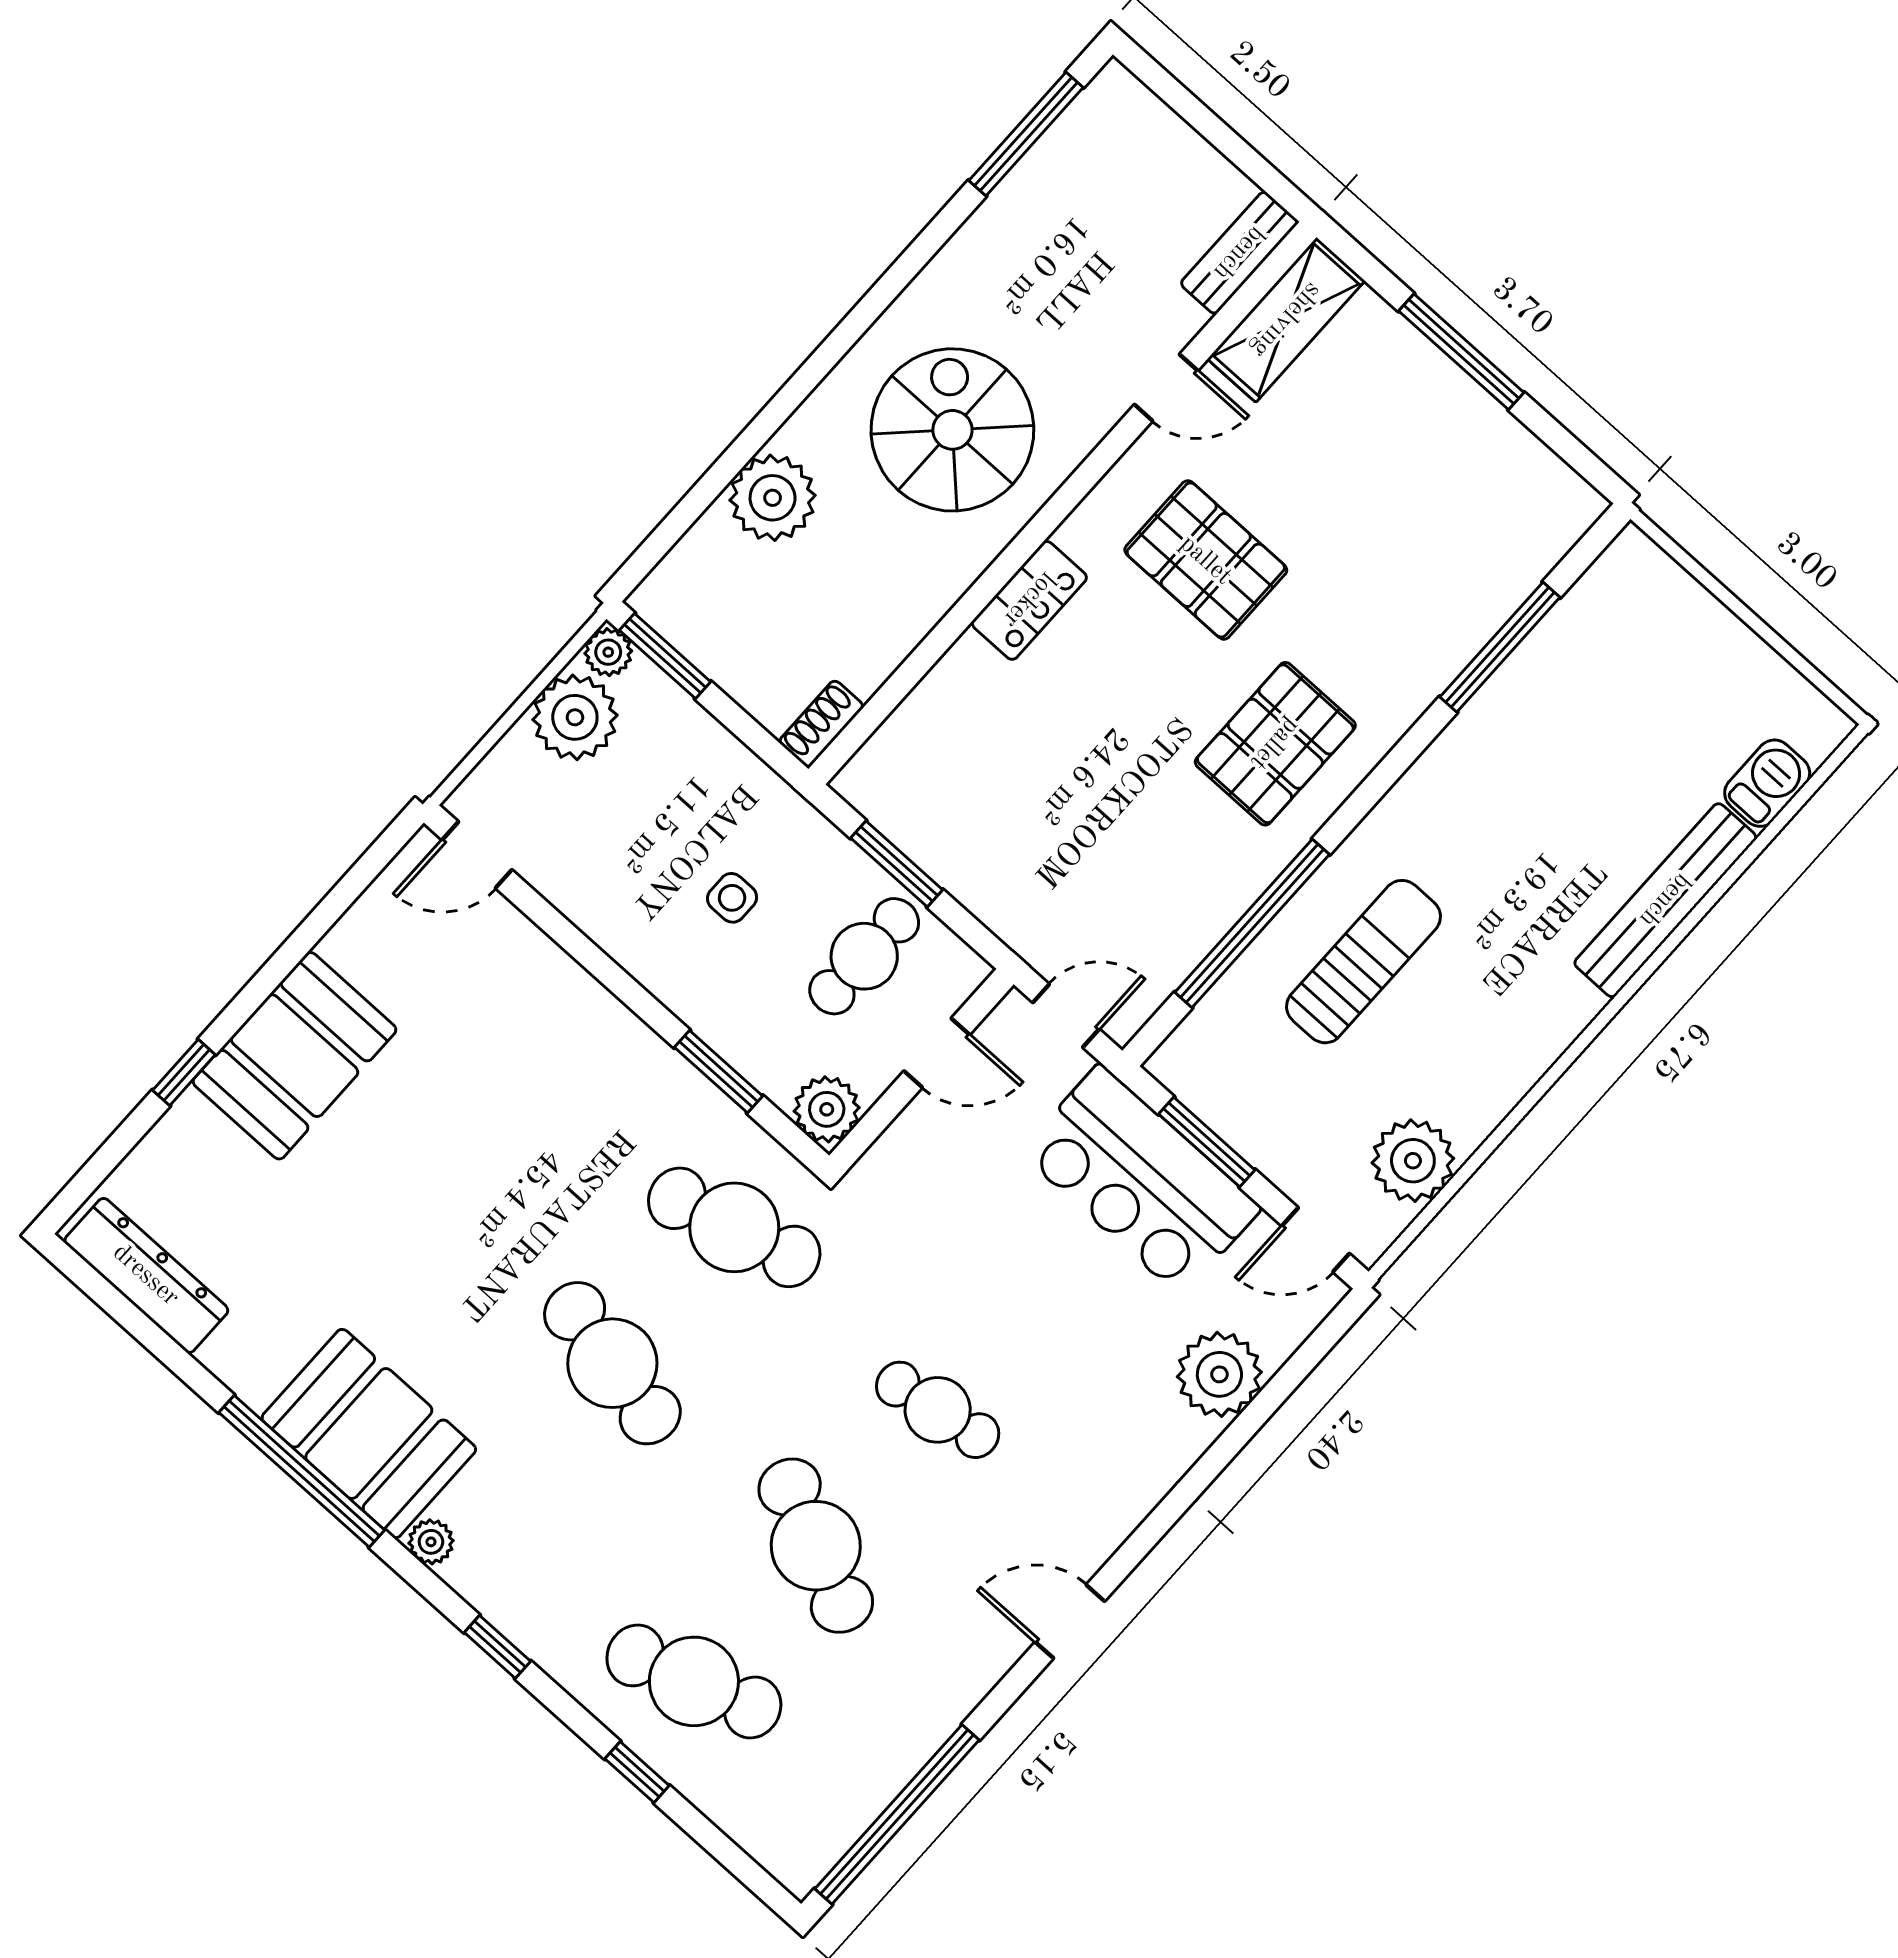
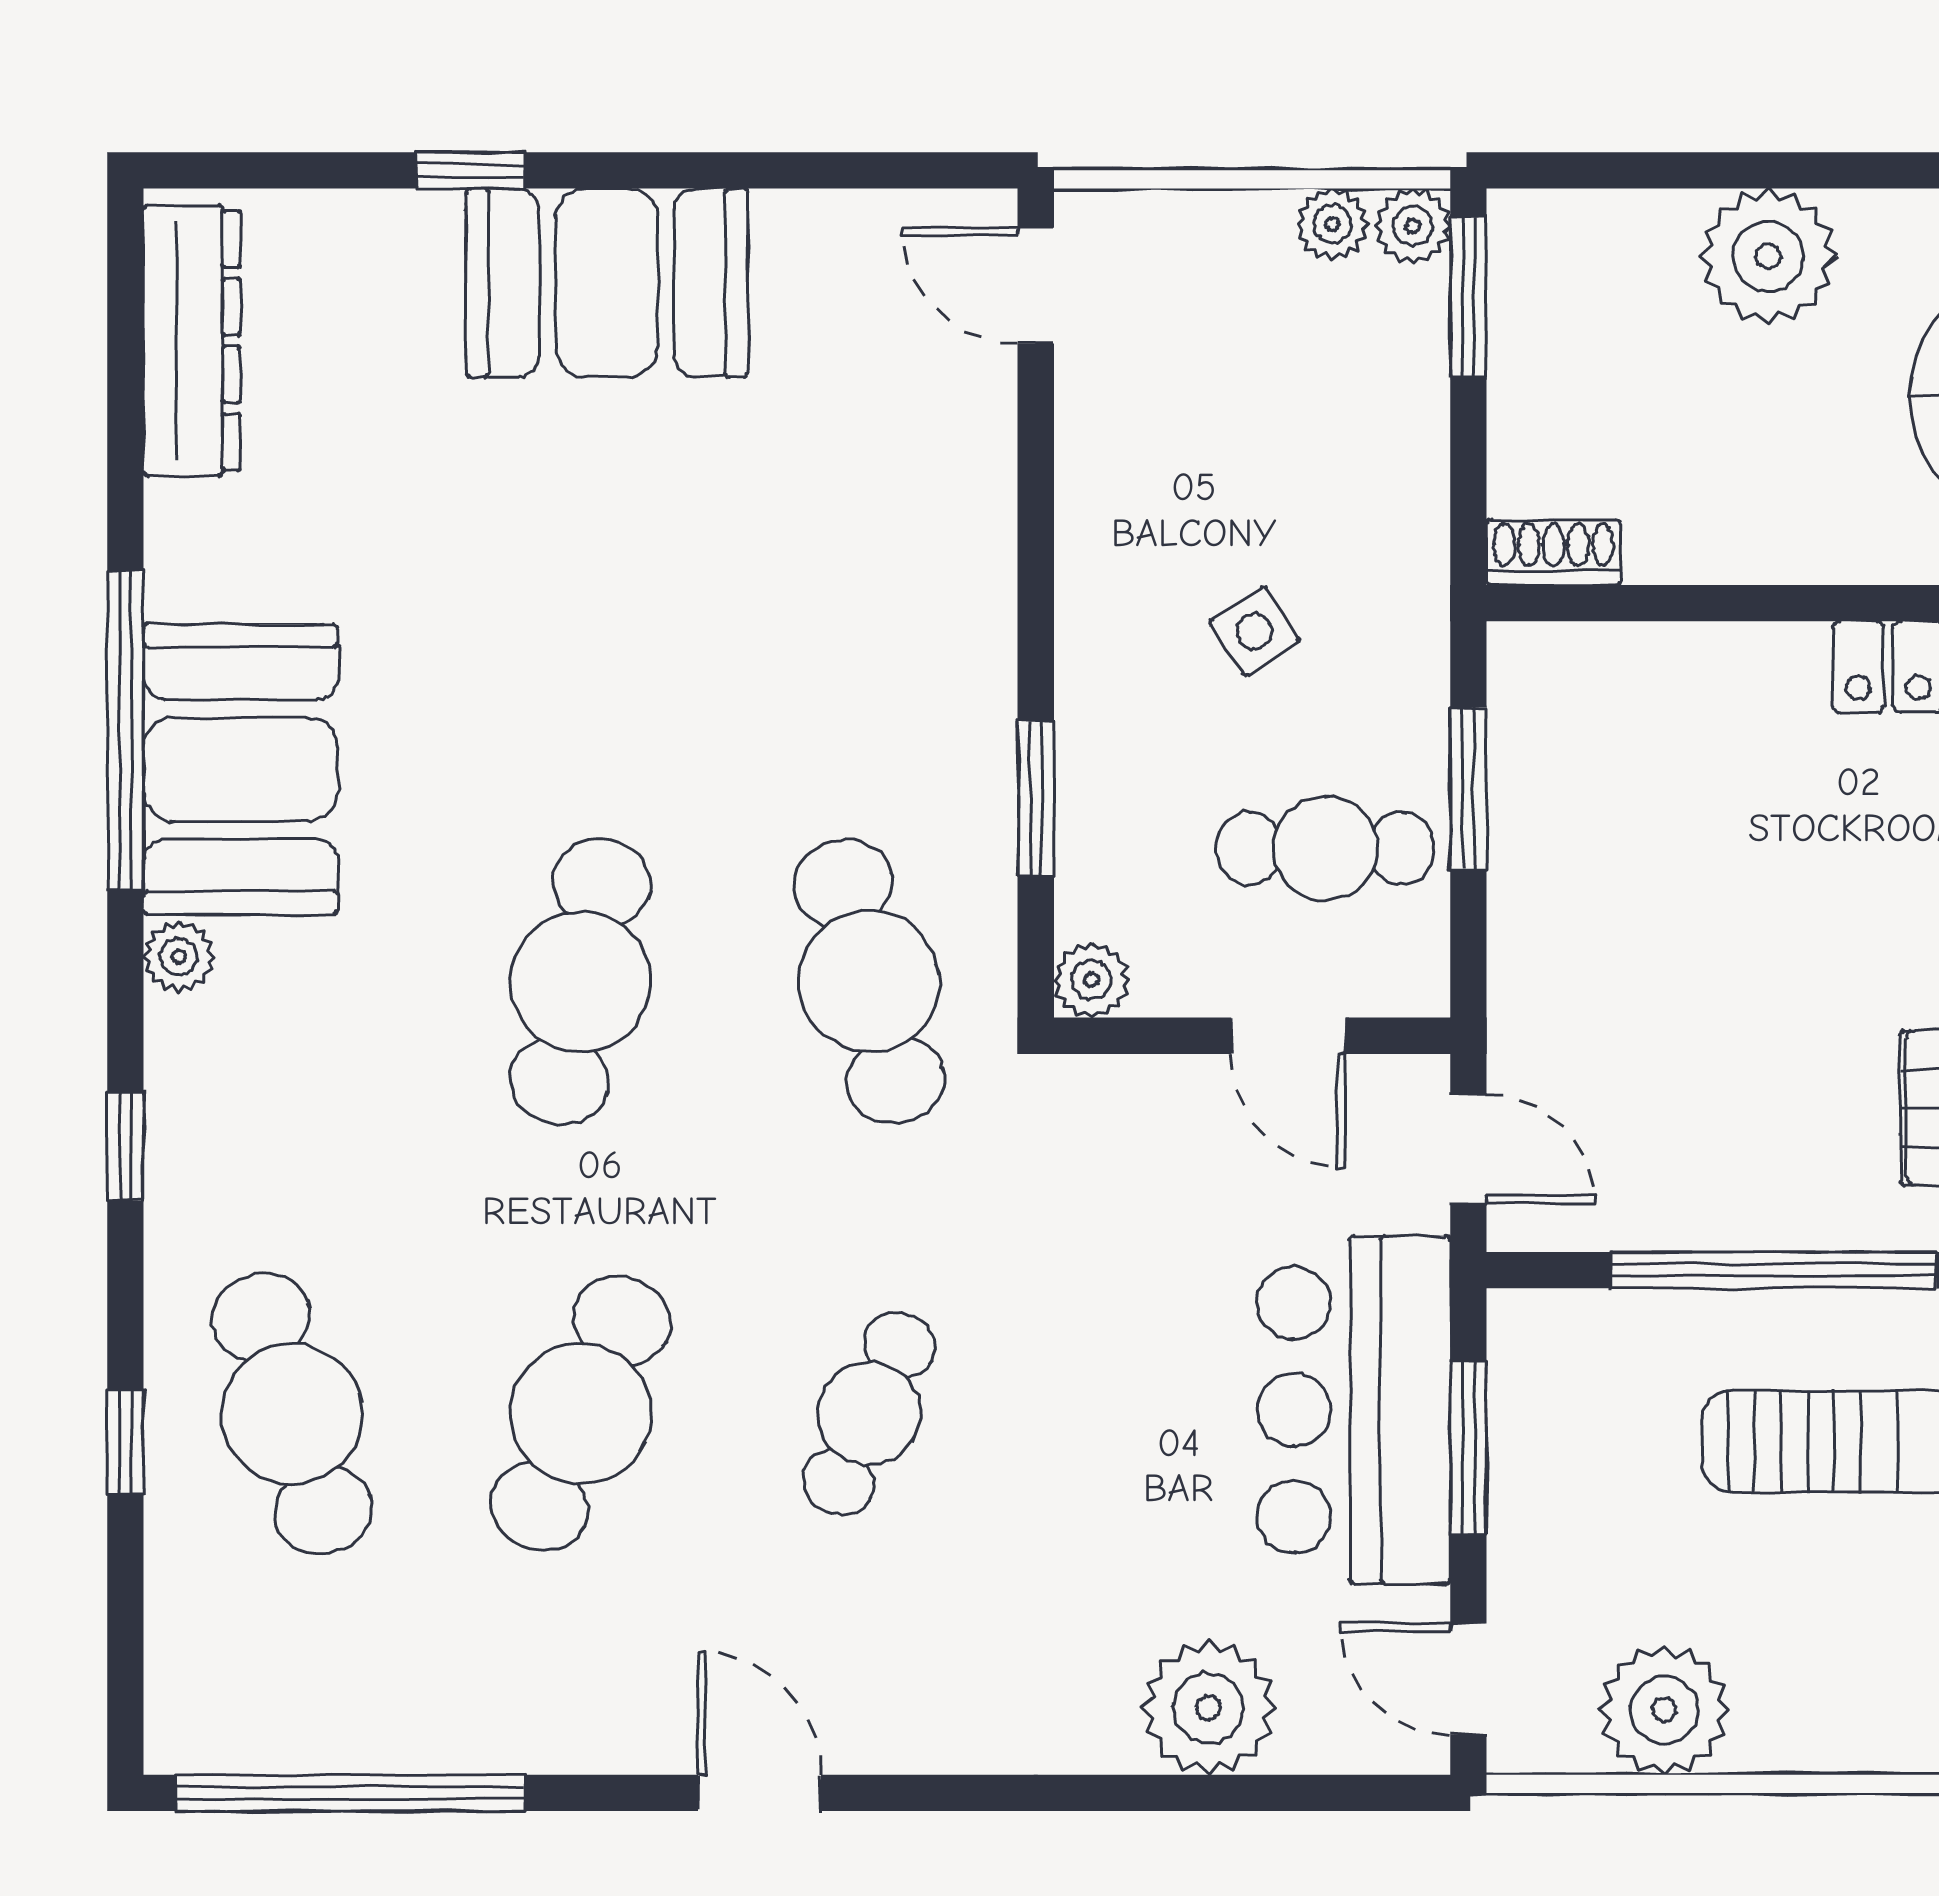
plant: (575, 717) -> (1332, 224), width x0.53, depth x0.53
side table: (732, 898) -> (1255, 631), turned -33
plant: (827, 1109) -> (1091, 980), width x0.73, depth x0.73
cafe table: (938, 1410) -> (869, 1414), turned 33

